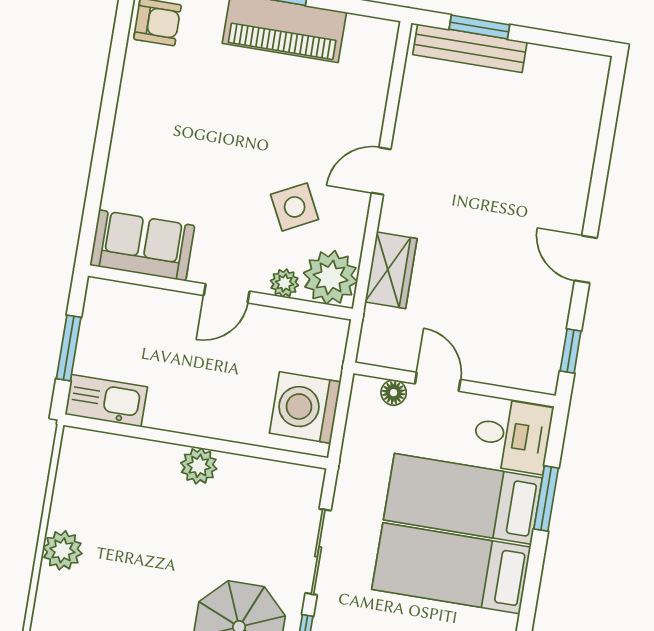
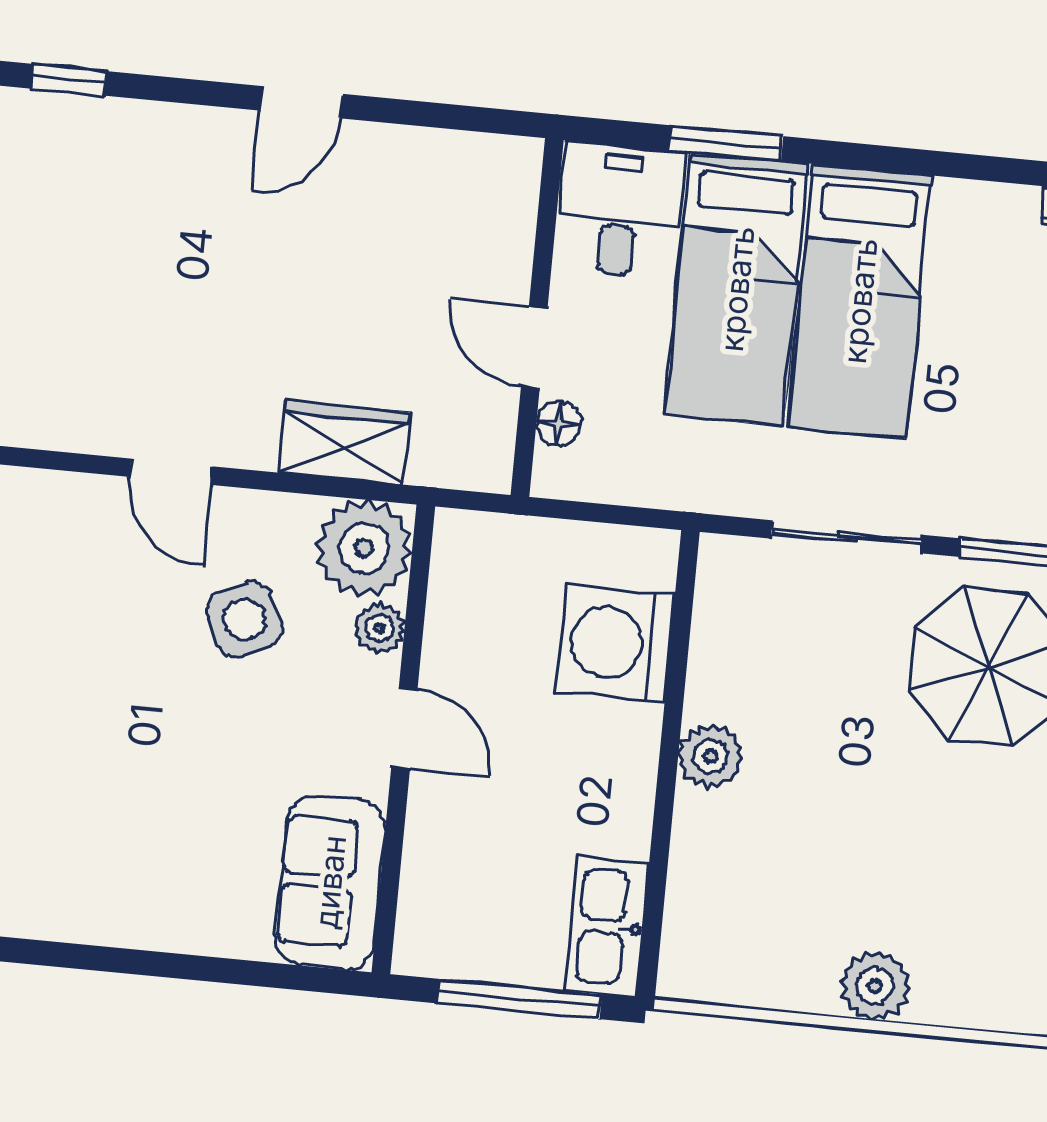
window: (69, 348) -> (519, 999), width x1.44
window: (571, 351) -> (69, 80), moved
door: (438, 382) -> (534, 347), hinge flipped
washing machine: (305, 408) -> (615, 643), moved, turned 90

